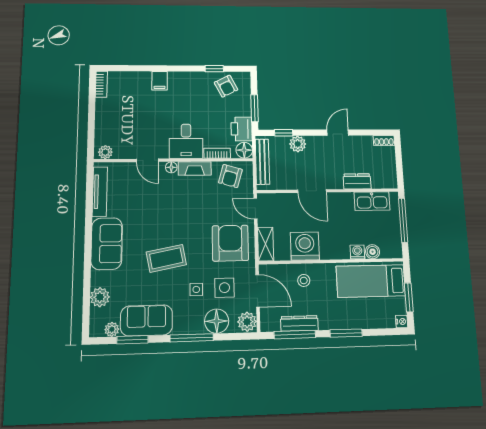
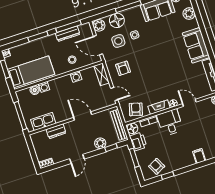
armchair: (230, 243) -> (123, 68), width x0.53, depth x0.53
washing machine: (305, 246) -> (76, 77), width x0.53, depth x0.53
coffee table: (166, 258) -> (158, 48), removed

